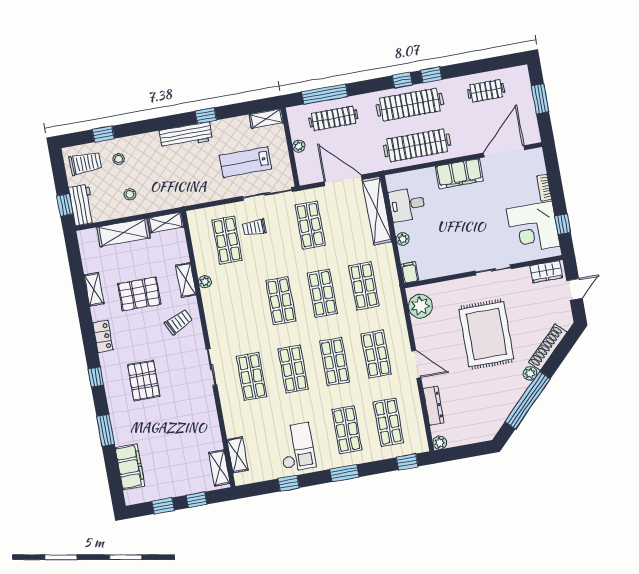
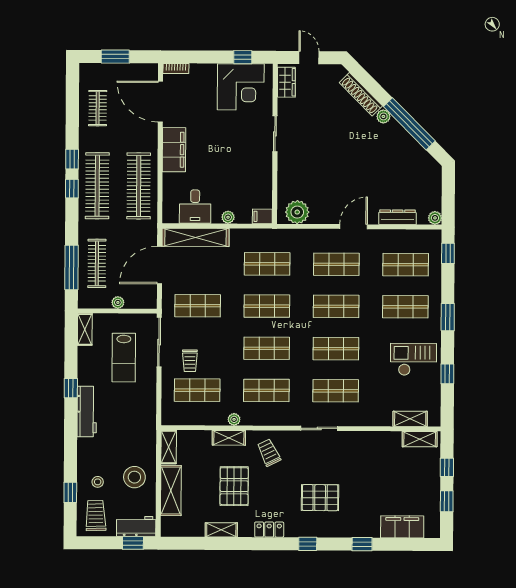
bookcase: (544, 188) -> (176, 68), moved
stool: (130, 194) -> (134, 477), width x1.89, depth x1.89
shop shelf: (239, 308) -> (266, 390), added
rug: (486, 334) -> (337, 152), removed
window: (106, 430) -> (362, 544), width x0.67

